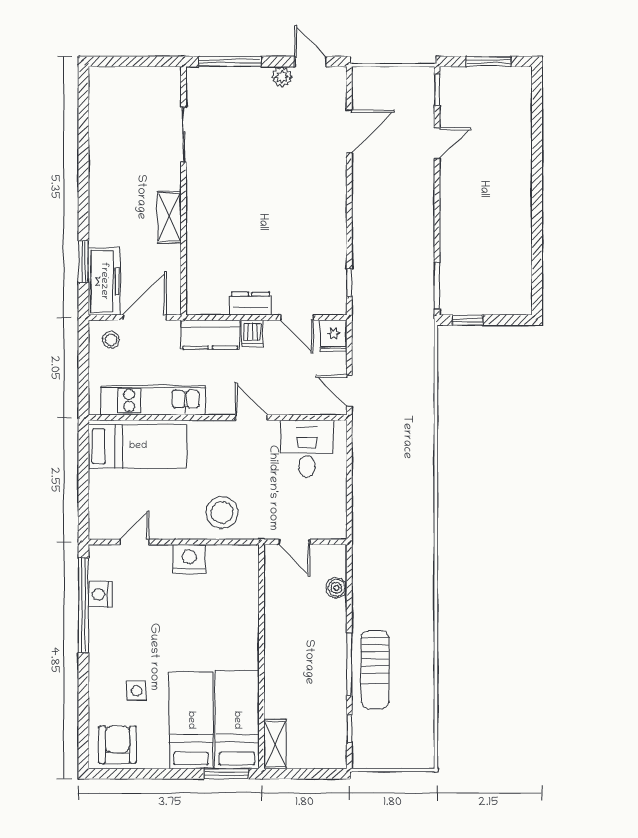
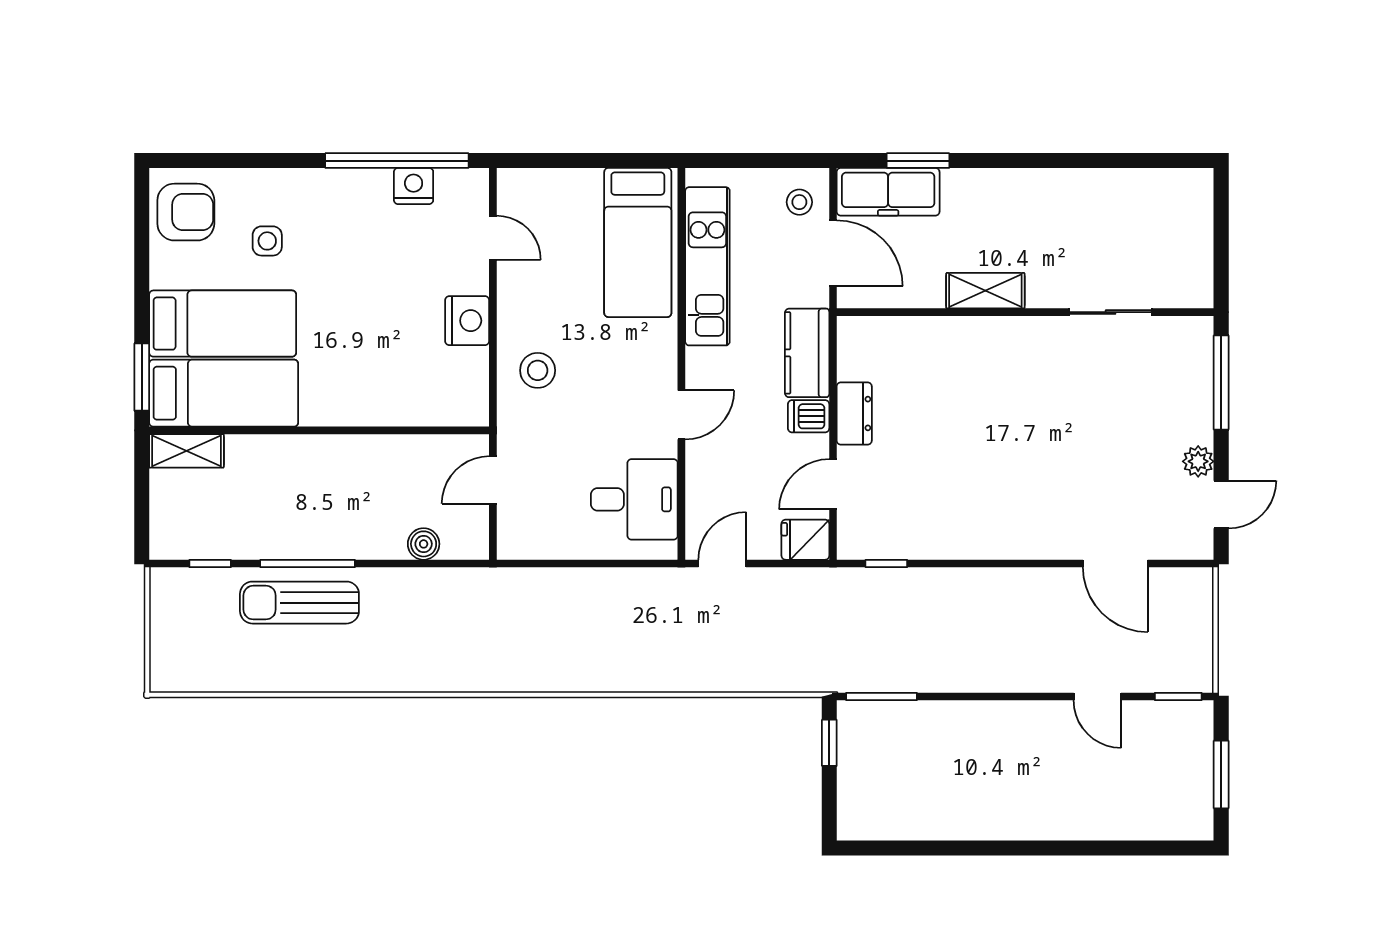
stool: (222, 513) -> (538, 370), width x0.73, depth x0.73

